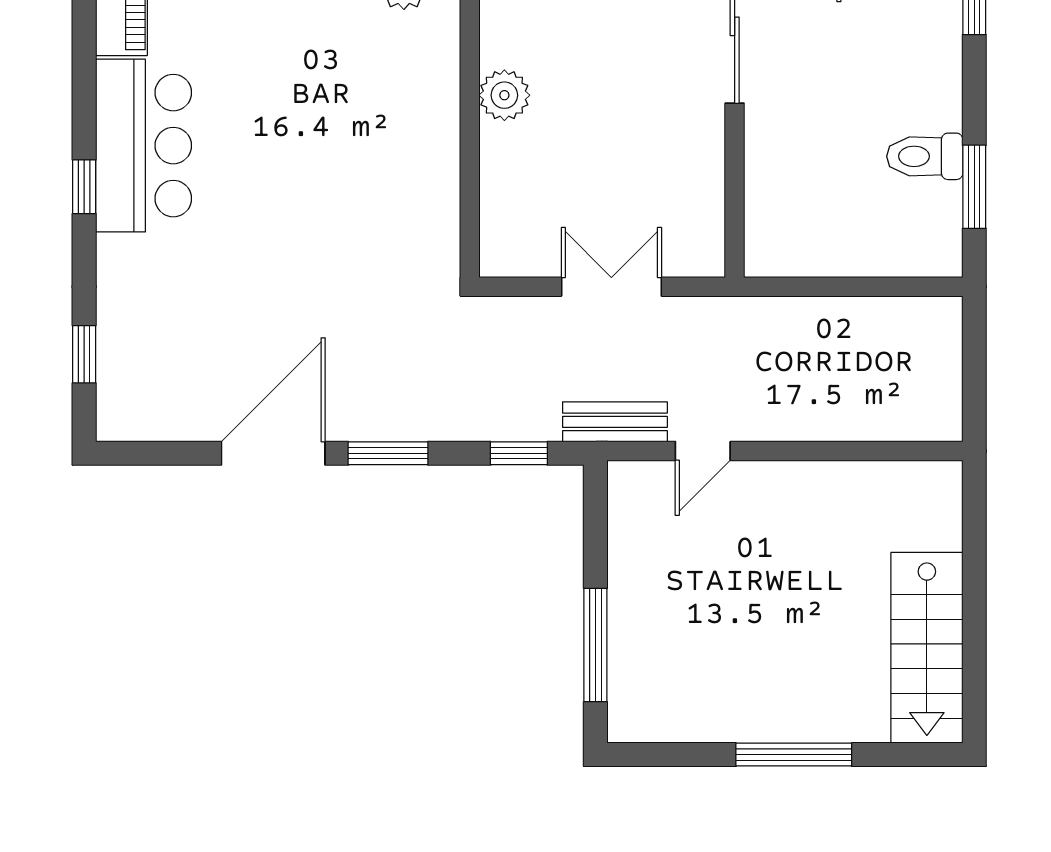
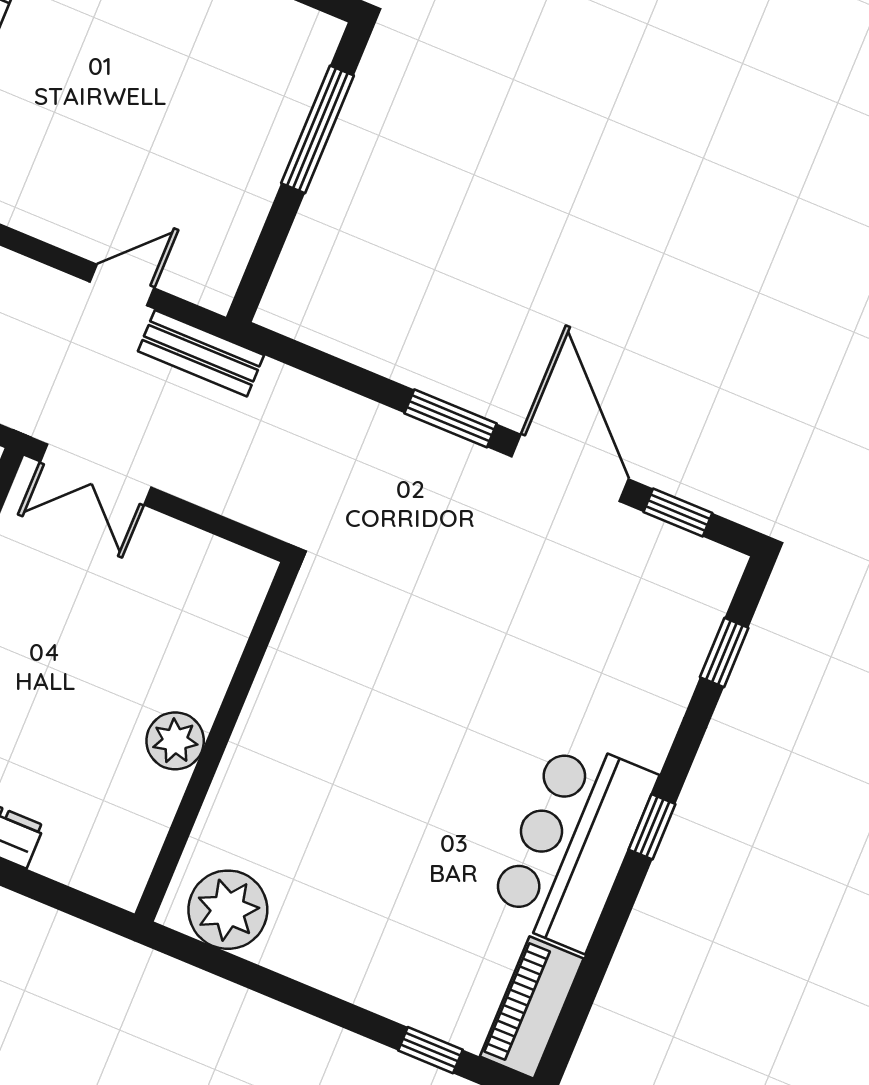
double door: (611, 287) -> (96, 474), moved
door: (273, 453) -> (570, 468), swing flipped
window: (519, 453) -> (678, 512), moved

